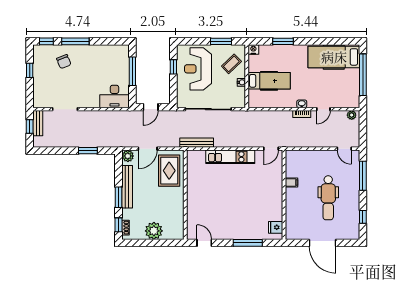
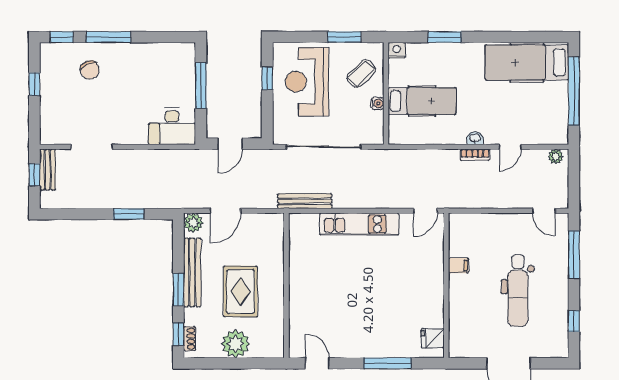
rug: (169, 171) -> (240, 291), moved

